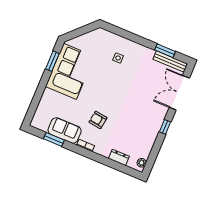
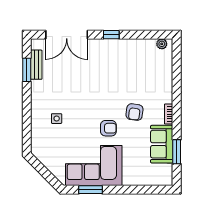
bench: (170, 61) -> (36, 65), width x0.73
armchair: (94, 95) -> (108, 128), added
dresser: (119, 157) -> (166, 71), removed

